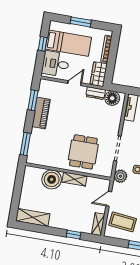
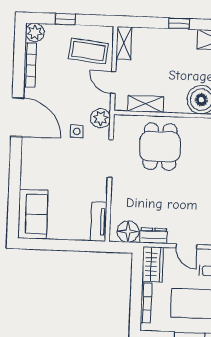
door: (75, 83) -> (186, 246), hinge flipped
shelving: (74, 179) -> (146, 104), moved
door: (109, 199) -> (113, 82), swing flipped
window: (74, 235) -> (179, 24), moved

